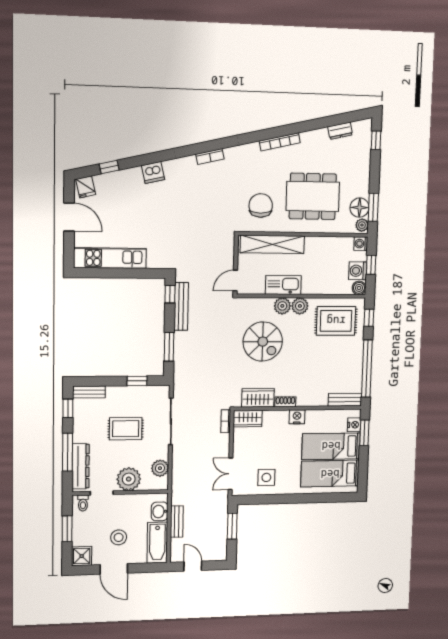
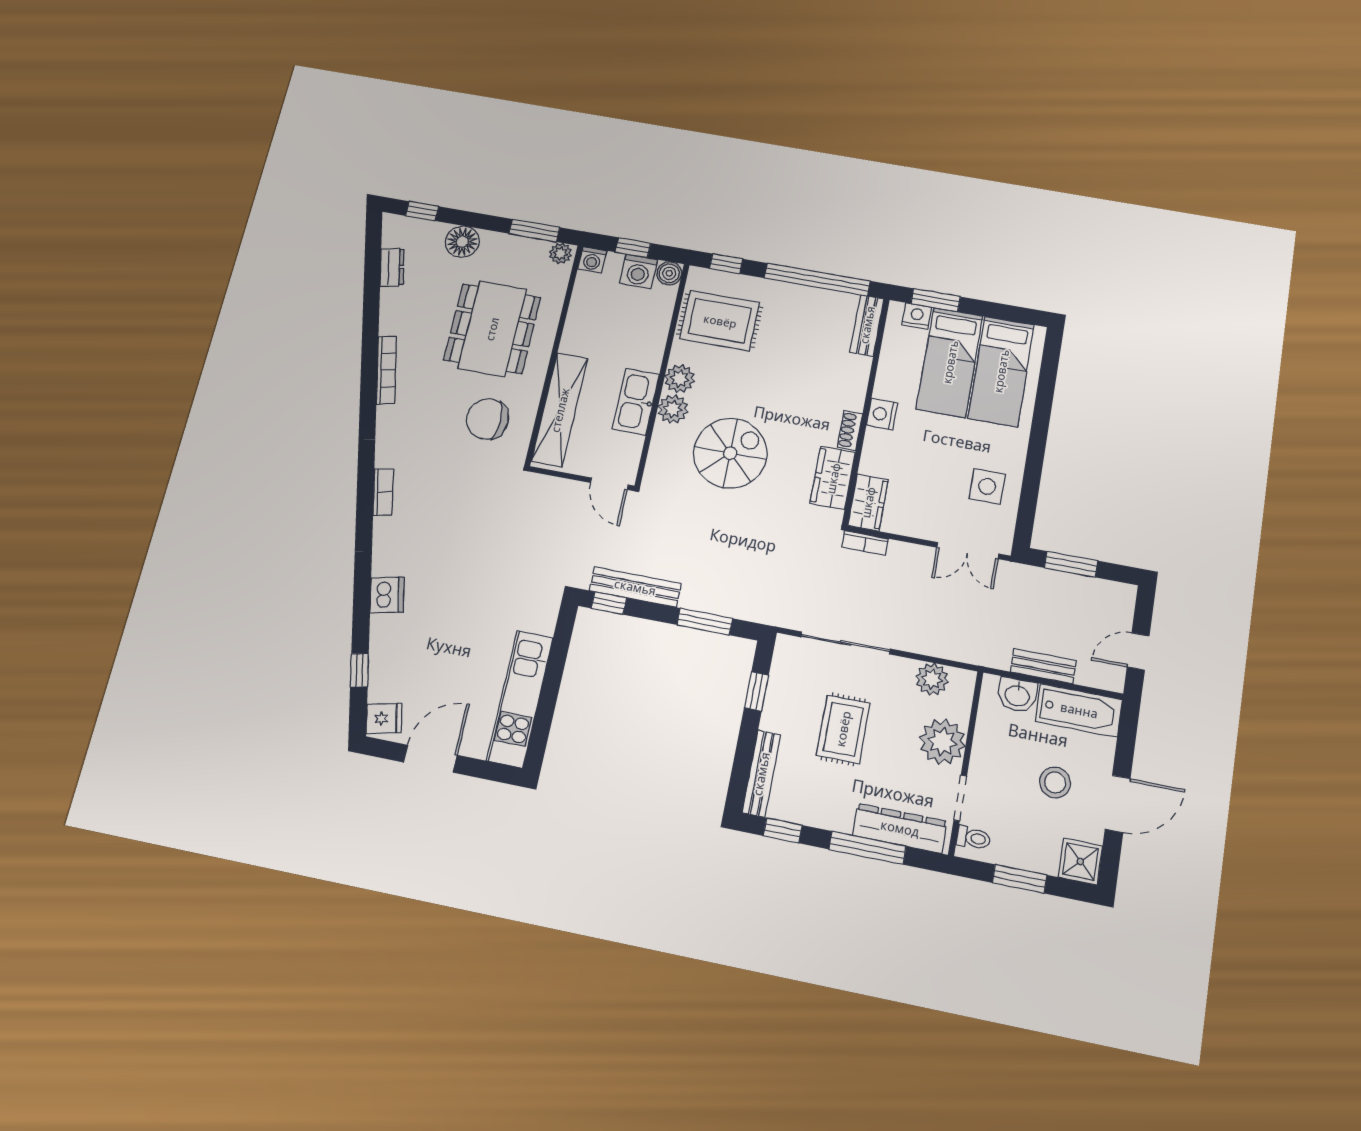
floor lamp: (360, 208) -> (462, 242), moved
rug: (336, 321) -> (720, 321), turned 90
bench: (89, 392) -> (761, 774), width x1.36

